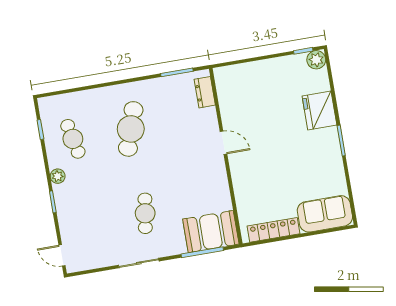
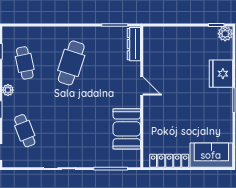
dresser: (205, 92) -> (134, 44), width x1.44
cafe table: (145, 213) -> (25, 131), moved, turned -30
booth: (211, 232) -> (127, 129), moved, turned 90

